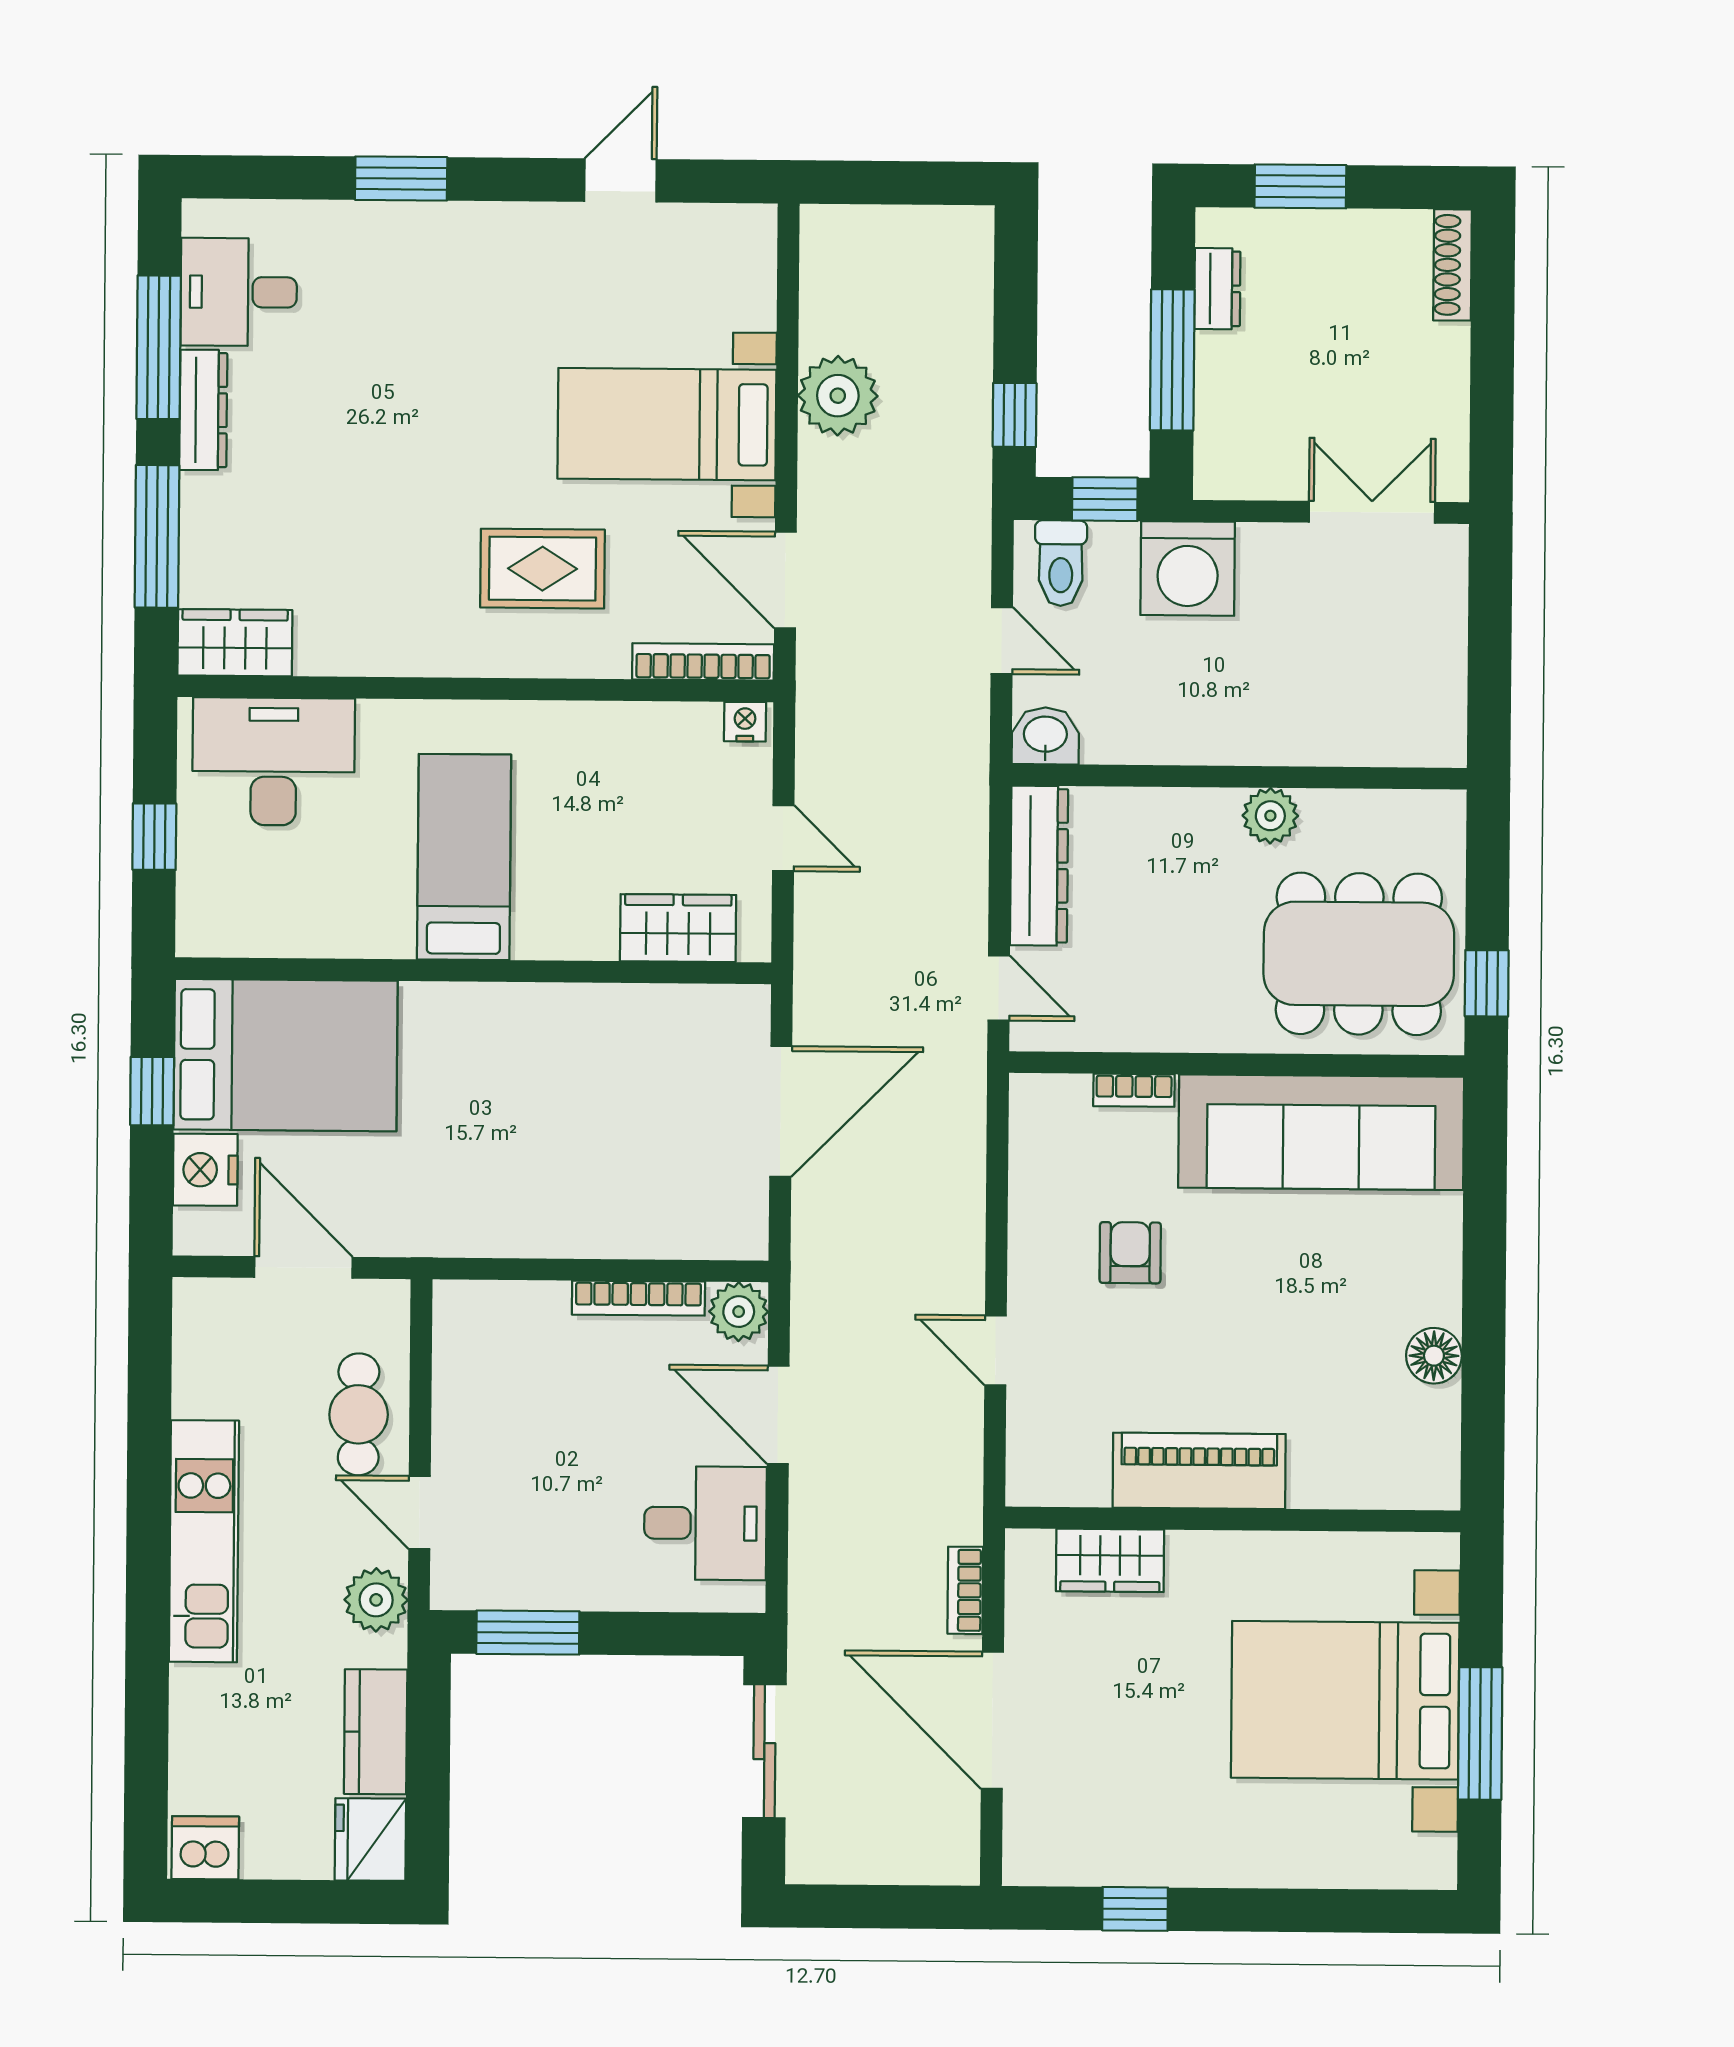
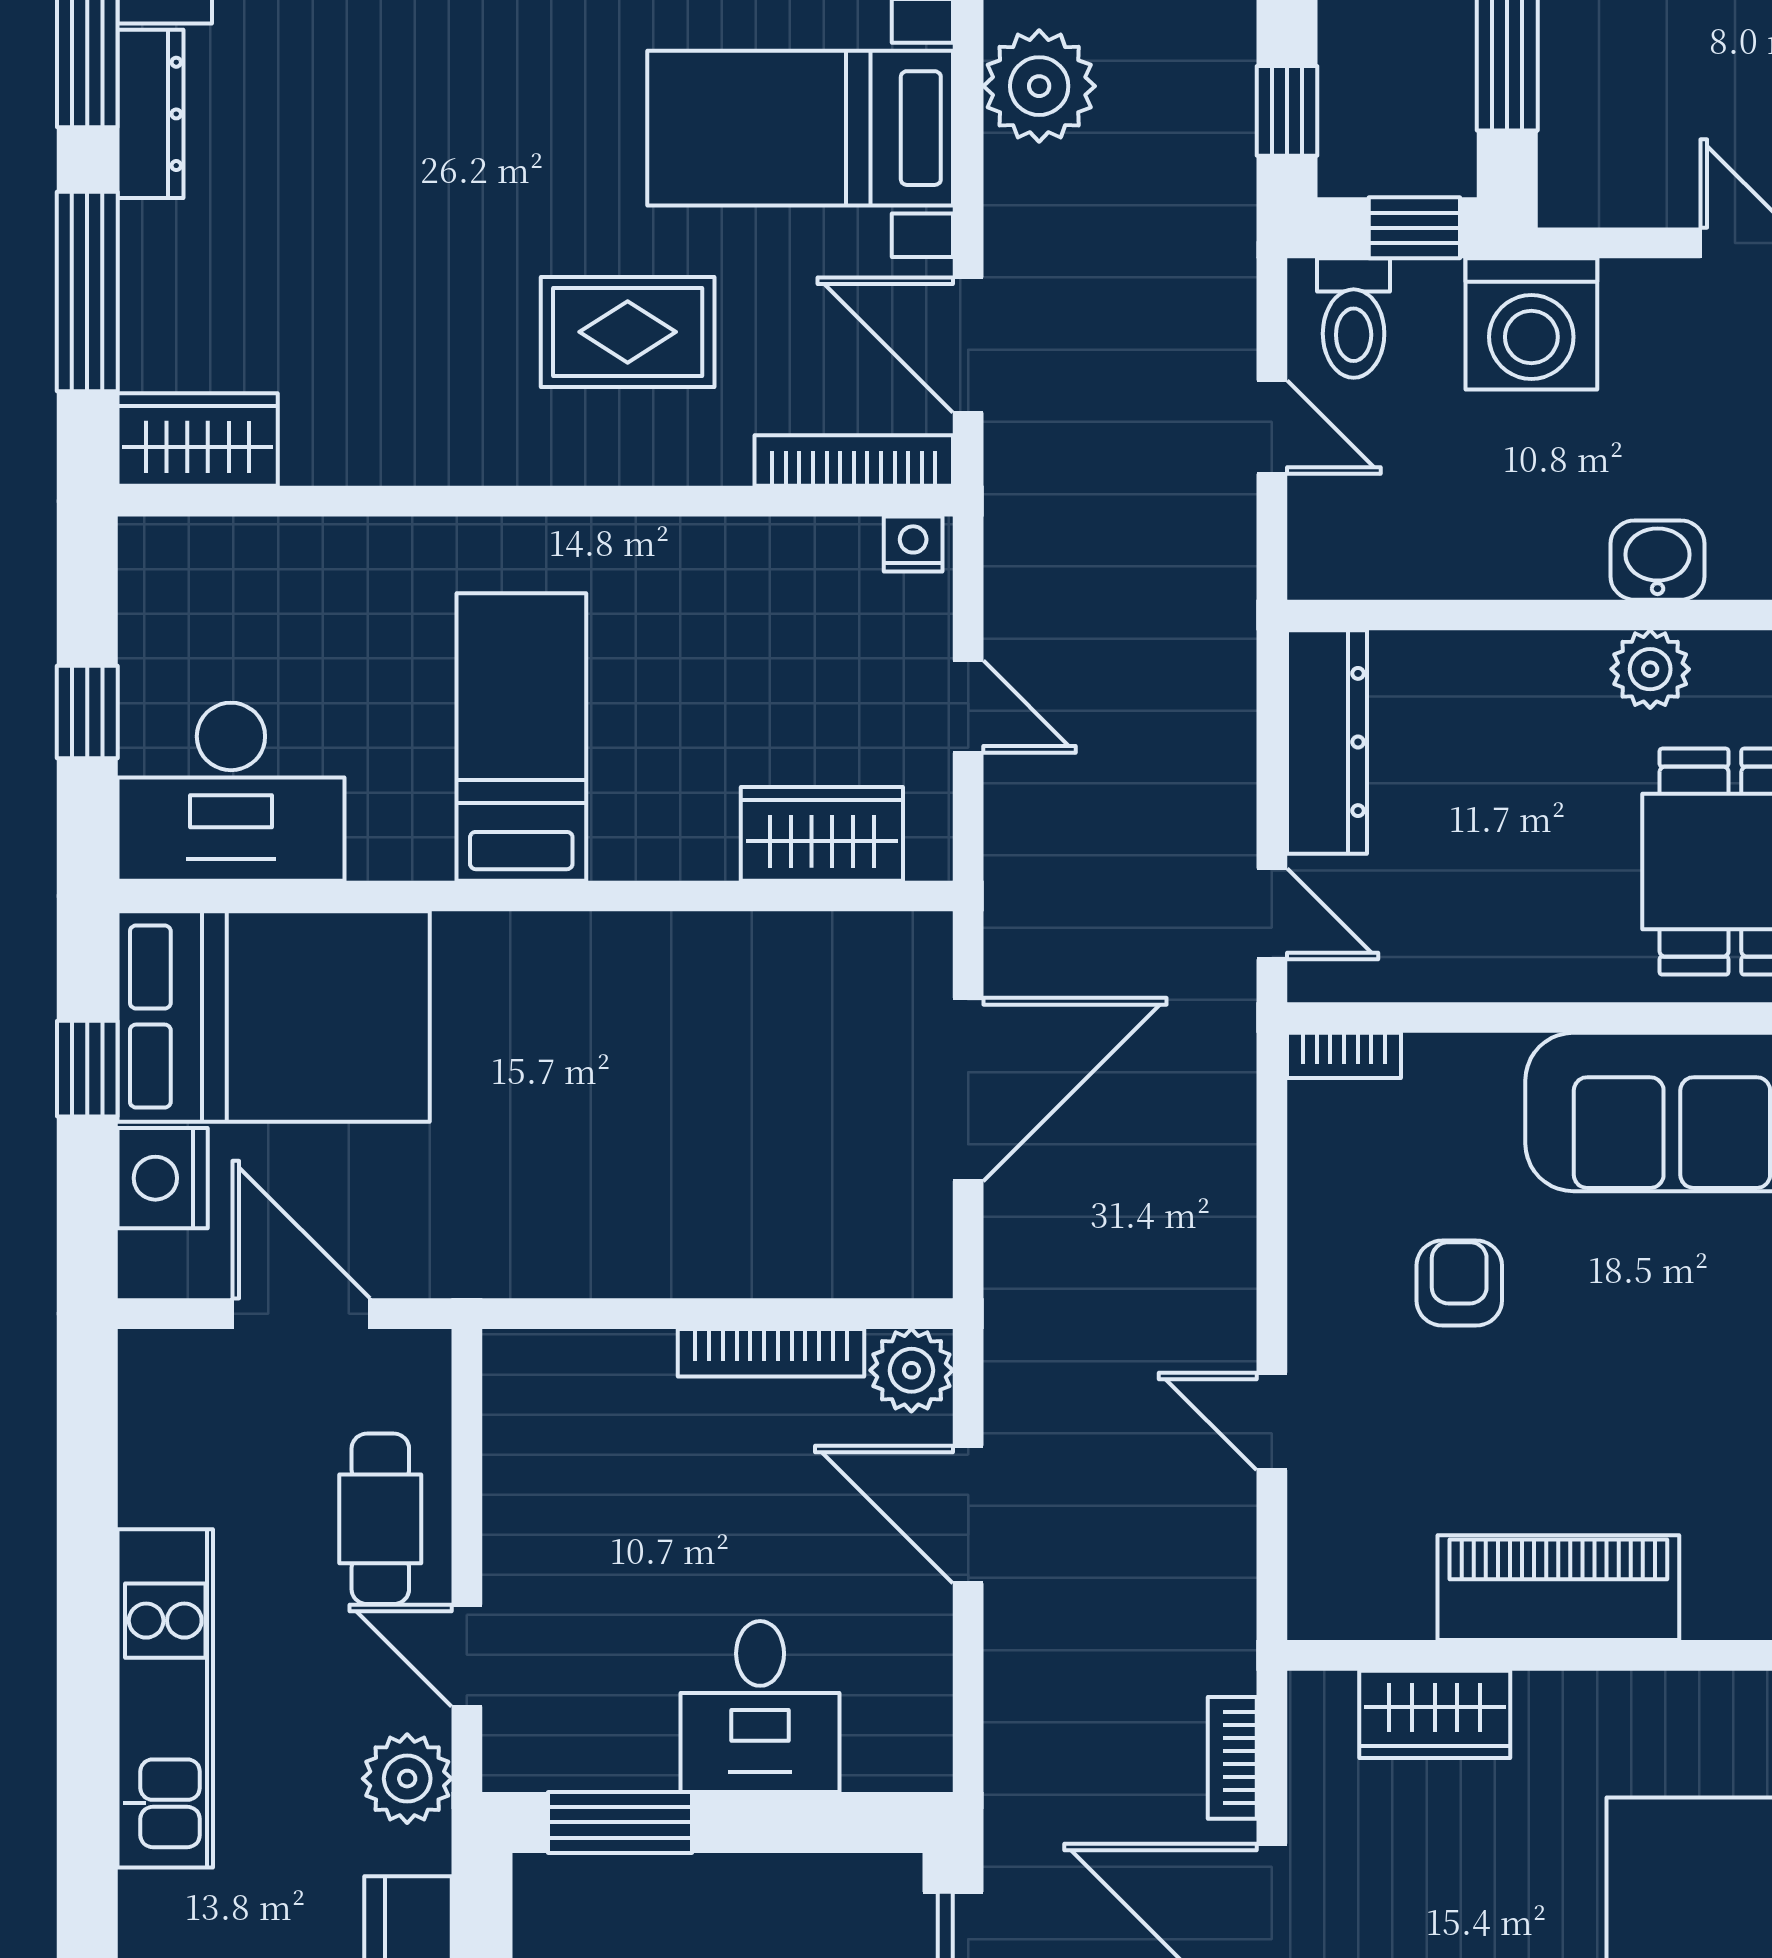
washbasin: (1045, 736) -> (1658, 560), moved
desk: (273, 761) -> (231, 792), moved, turned 180
bookcase: (1134, 1090) -> (1344, 1055), moved
desk: (705, 1523) -> (760, 1707), moved, turned 90

